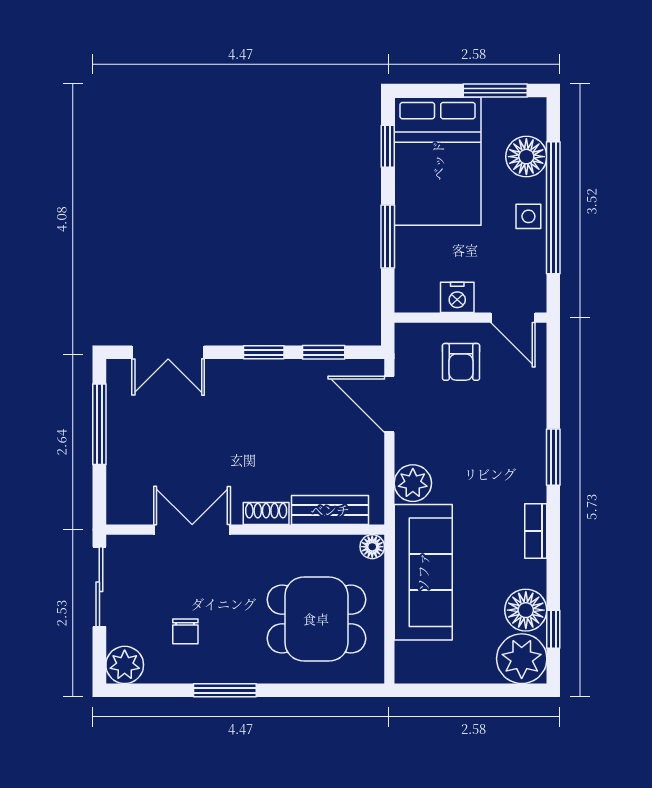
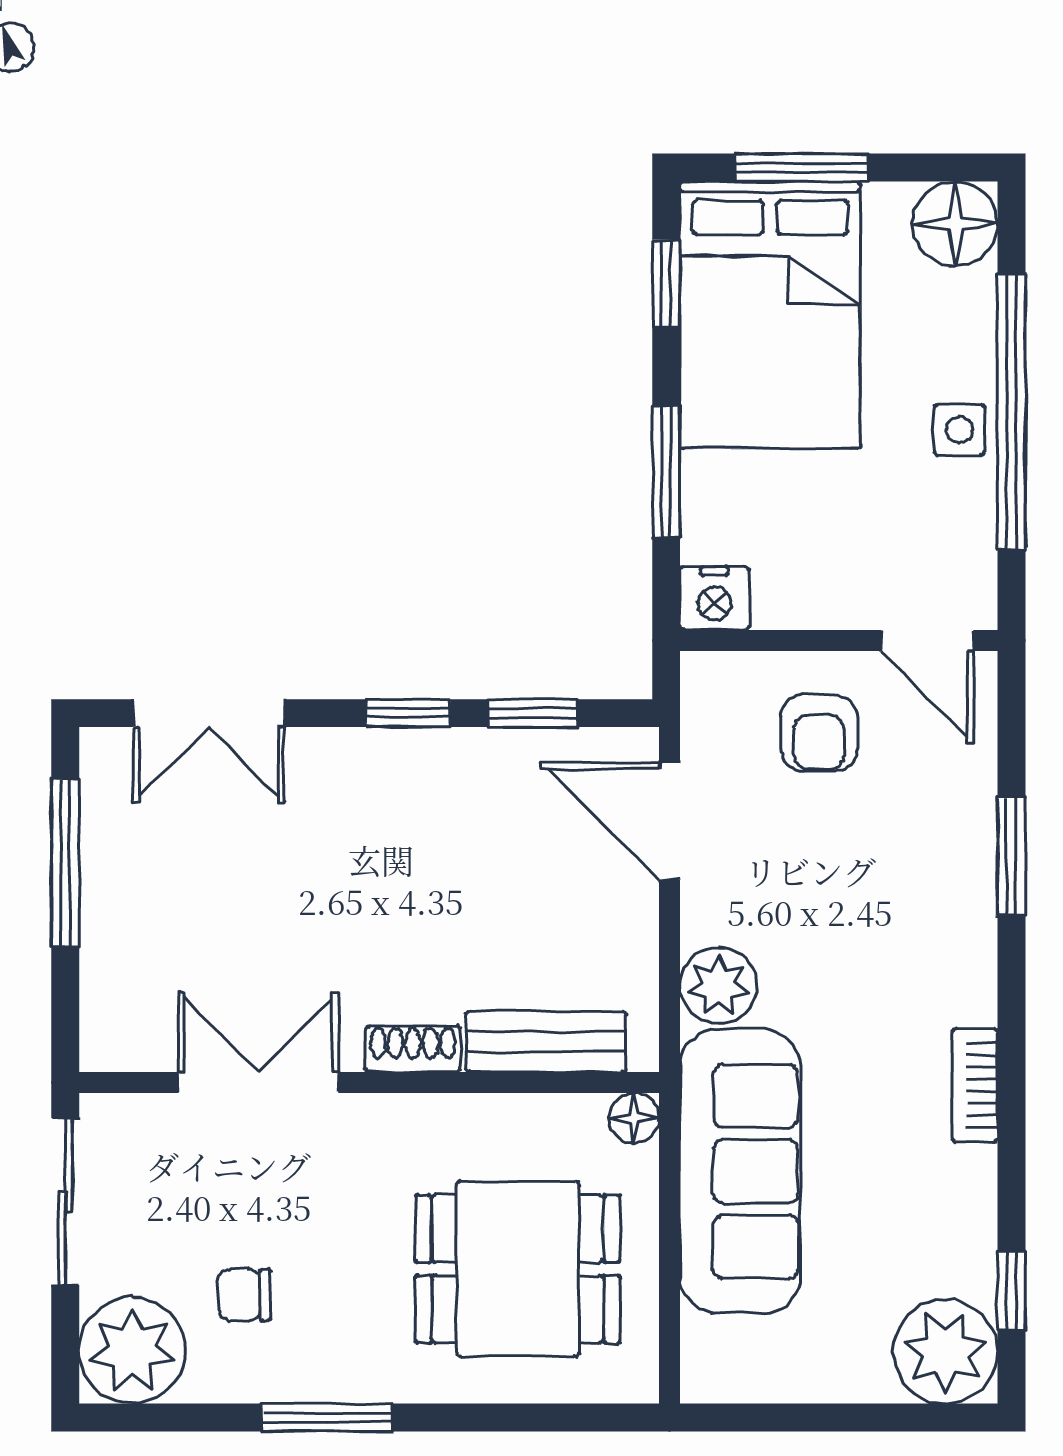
window: (495, 91) -> (801, 167), moved
floor lamp: (526, 157) -> (955, 224), moved
nightstand: (457, 297) -> (715, 598), moved
window: (553, 457) -> (1011, 856), moved
floor lamp: (526, 610) -> (954, 1250), removed
chair: (185, 631) -> (244, 1295), turned 90
plant: (125, 665) -> (132, 1350), width x1.36, depth x1.36

